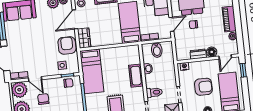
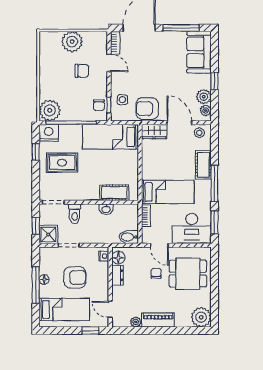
armchair: (67, 45) -> (147, 109), turned 180
bidet: (157, 50) -> (129, 237), moved
floor lamp: (212, 52) -> (118, 258), moved
cot: (136, 76) -> (114, 193), moved
door: (35, 79) -> (109, 63), swing flipped
armchair: (203, 87) -> (75, 277), turned -90
plant: (19, 90) -> (97, 41), removed

